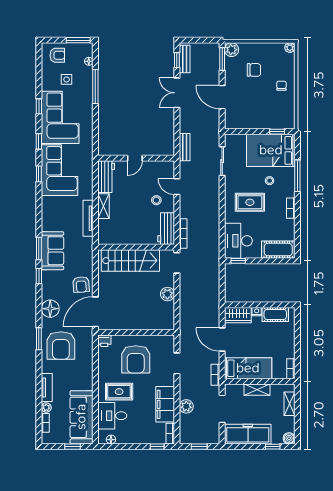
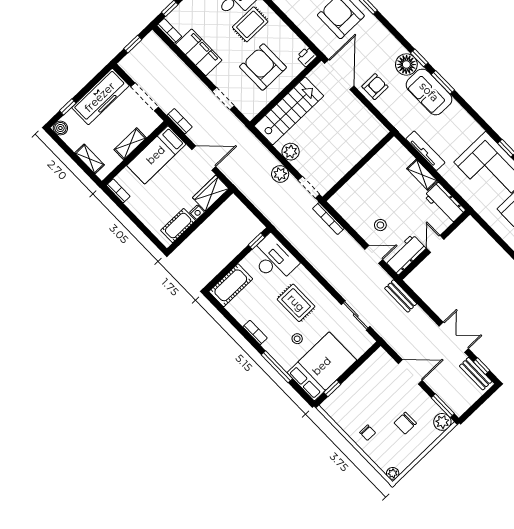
rug: (250, 202) -> (296, 303), turned 90
workbench: (166, 229) -> (405, 255), moved, turned -90
stairs: (130, 261) -> (289, 111), moved, turned 180
armchair: (81, 284) -> (375, 87), turned 94
floor lamp: (50, 309) -> (406, 64), moved
plant: (186, 406) -> (280, 174), moved

